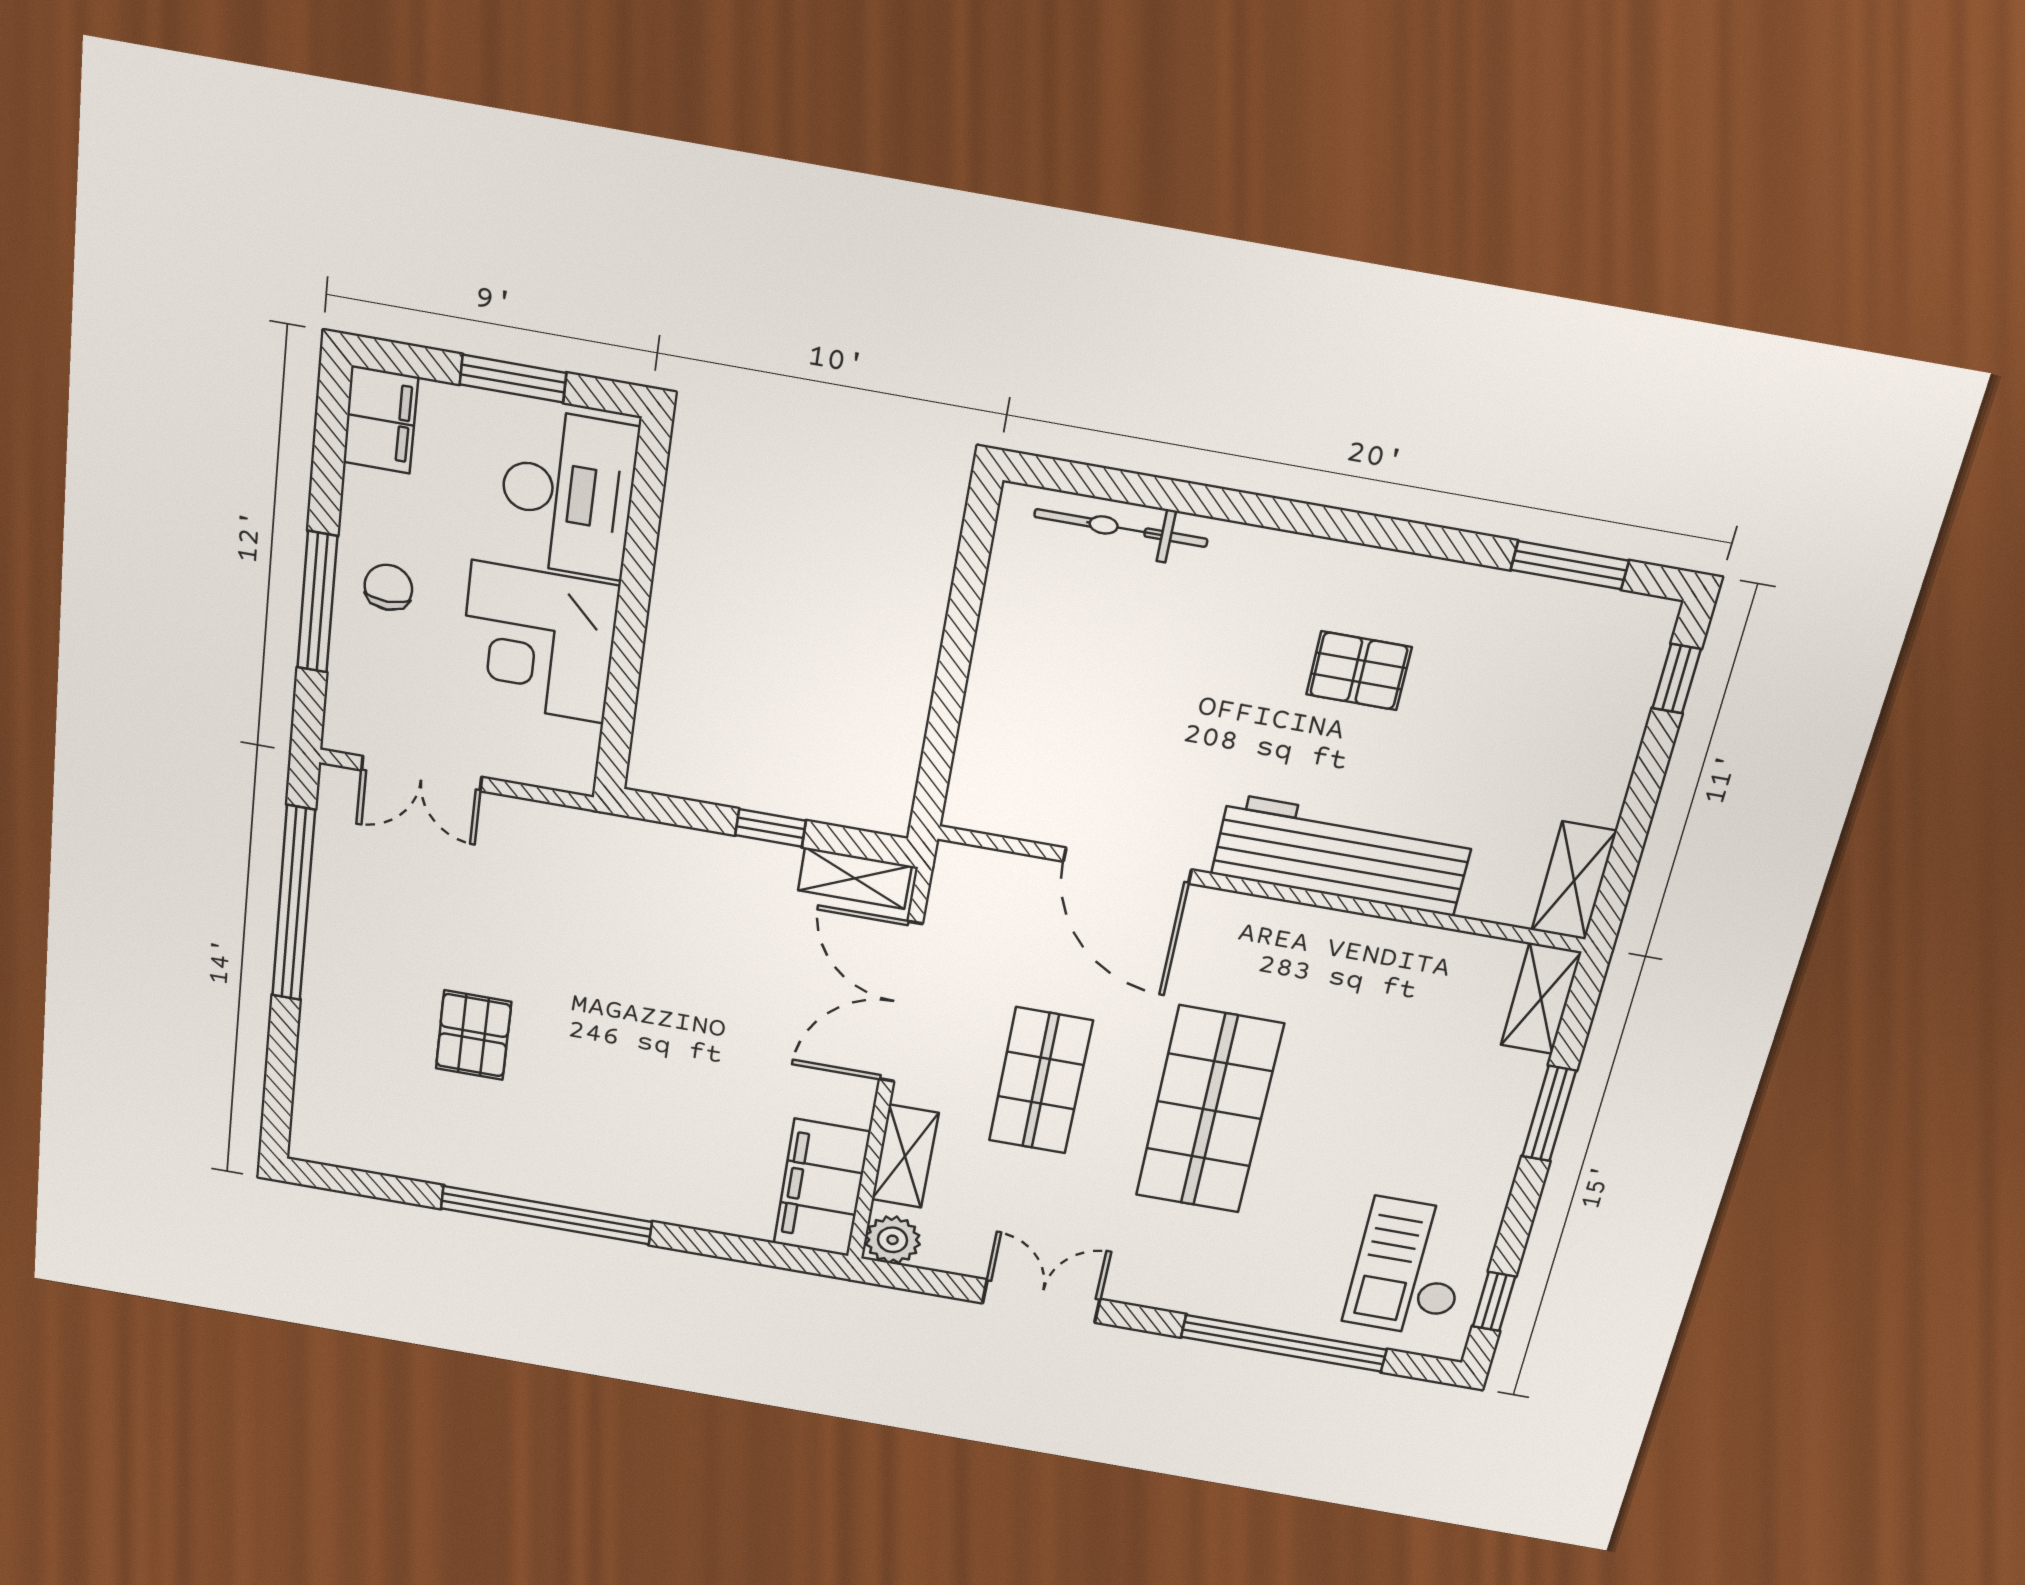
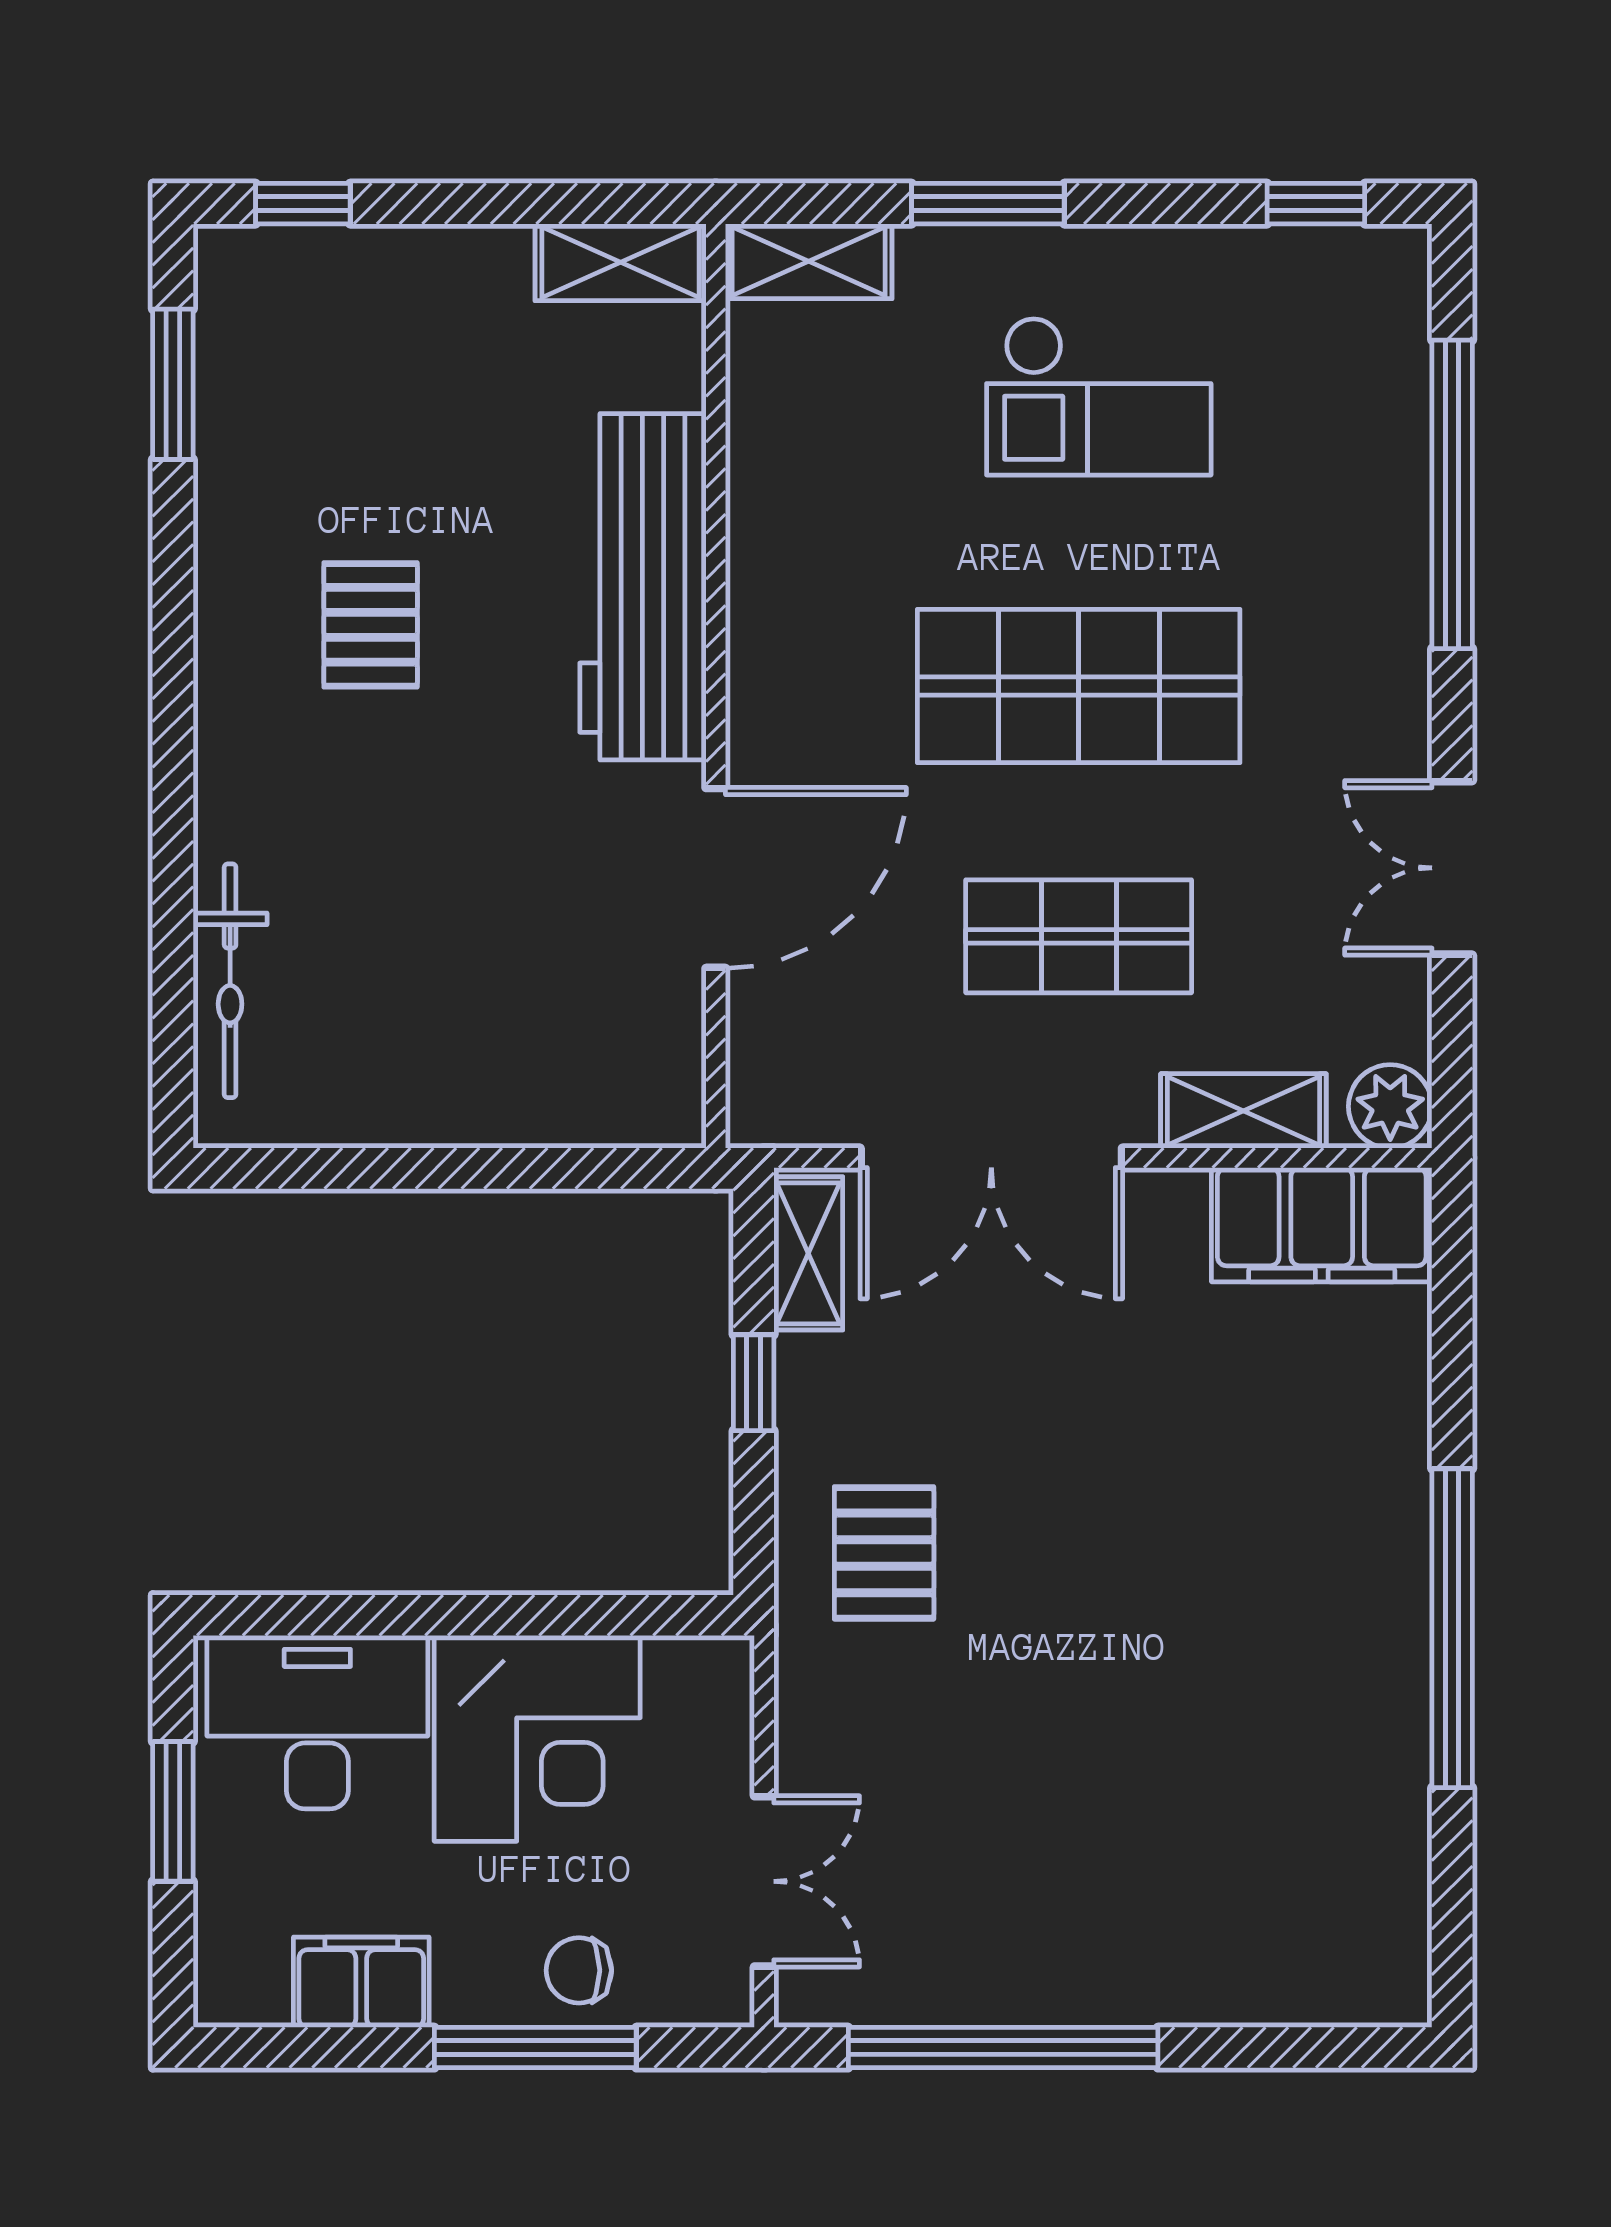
filing cabinet: (381, 420) -> (361, 1982), moved
chair: (388, 587) -> (579, 1970), moved
pallet: (473, 1035) -> (884, 1553), moved, turned 90
checkout: (1410, 1268) -> (1099, 396), moved

